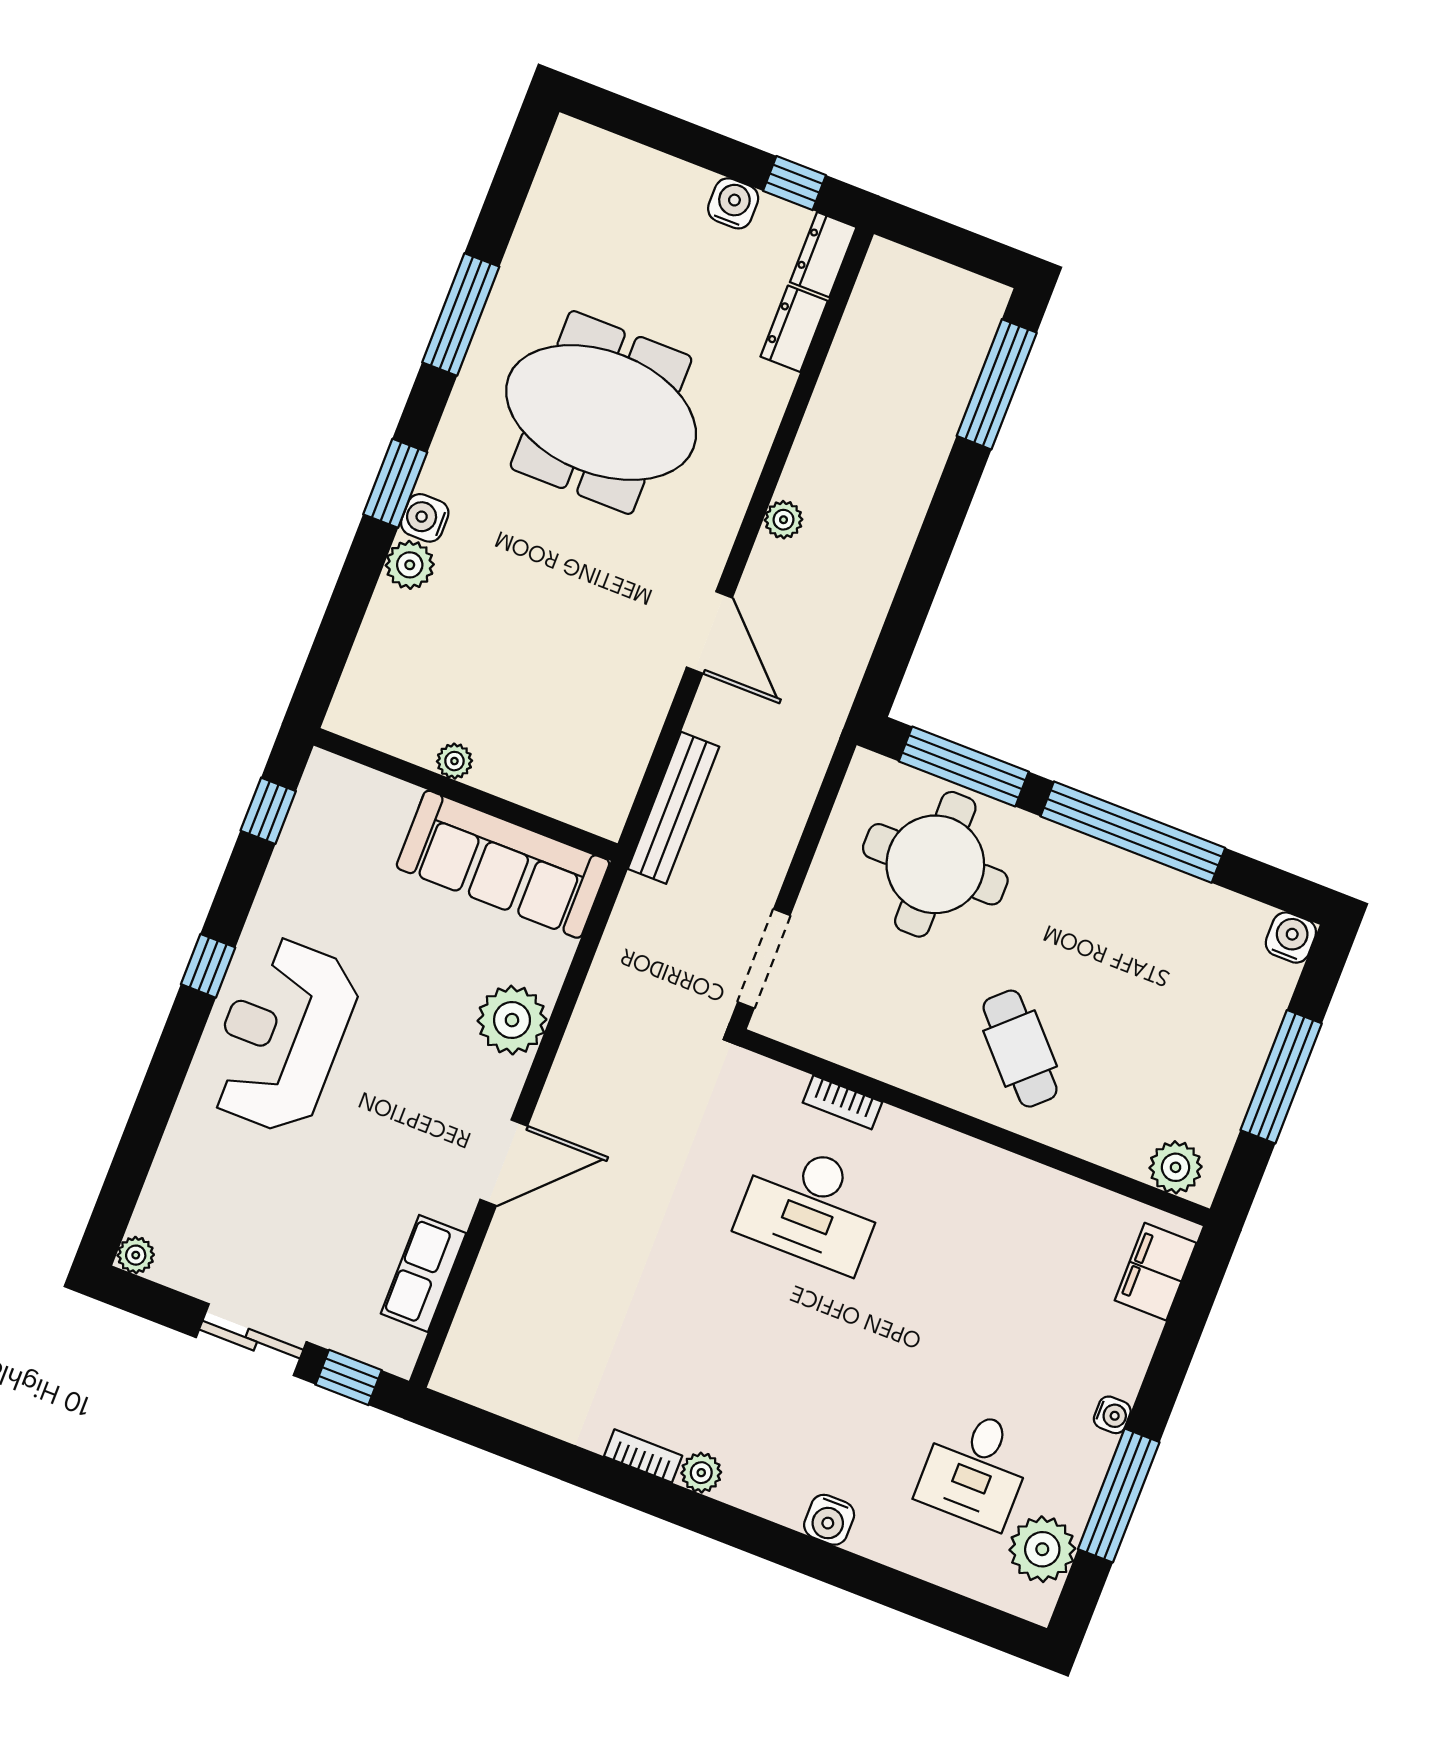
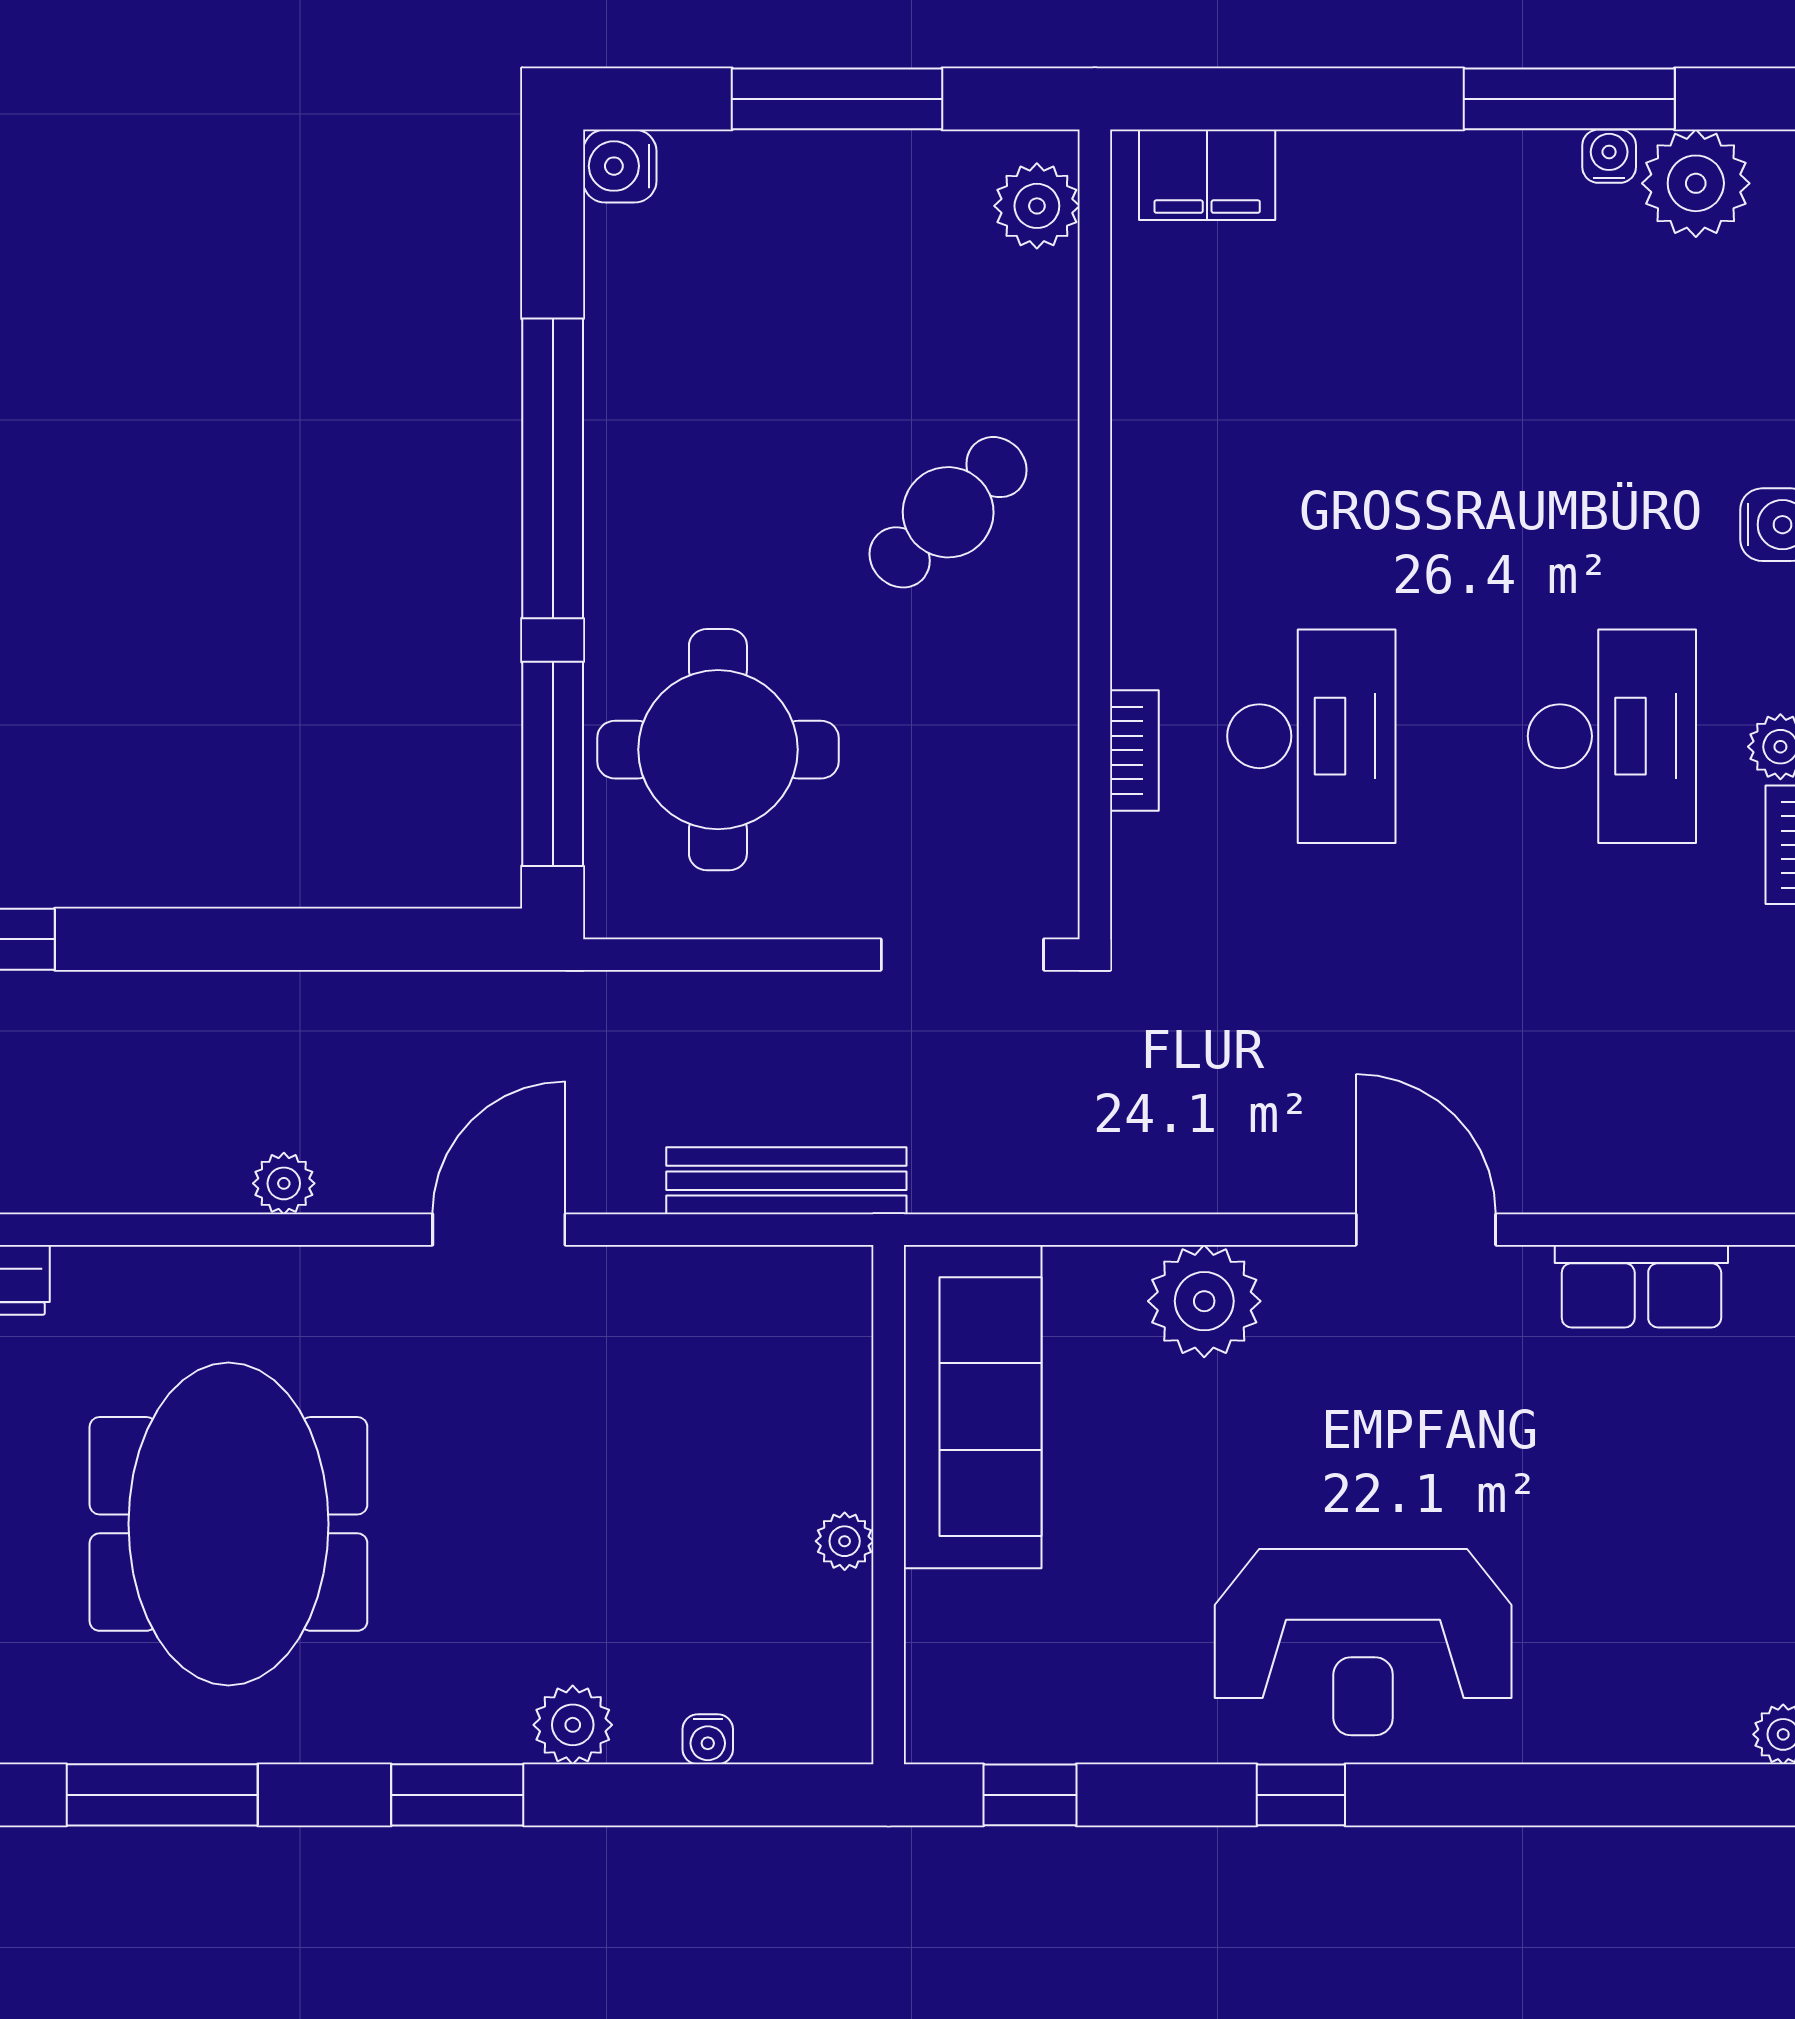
water cooler: (425, 518) -> (708, 1739), moved, width x0.72, depth x0.72
water cooler: (1112, 1415) -> (1609, 156), moved
desk: (976, 1468) -> (1612, 736), moved, width x1.37

